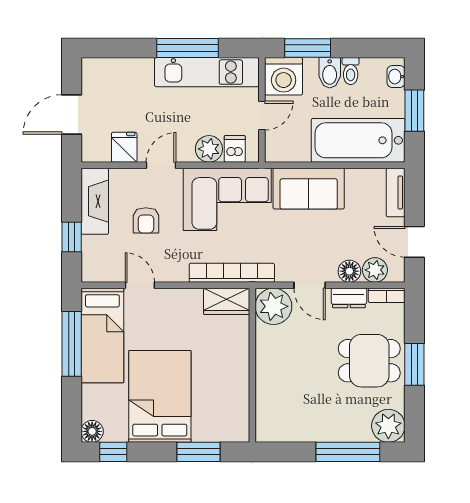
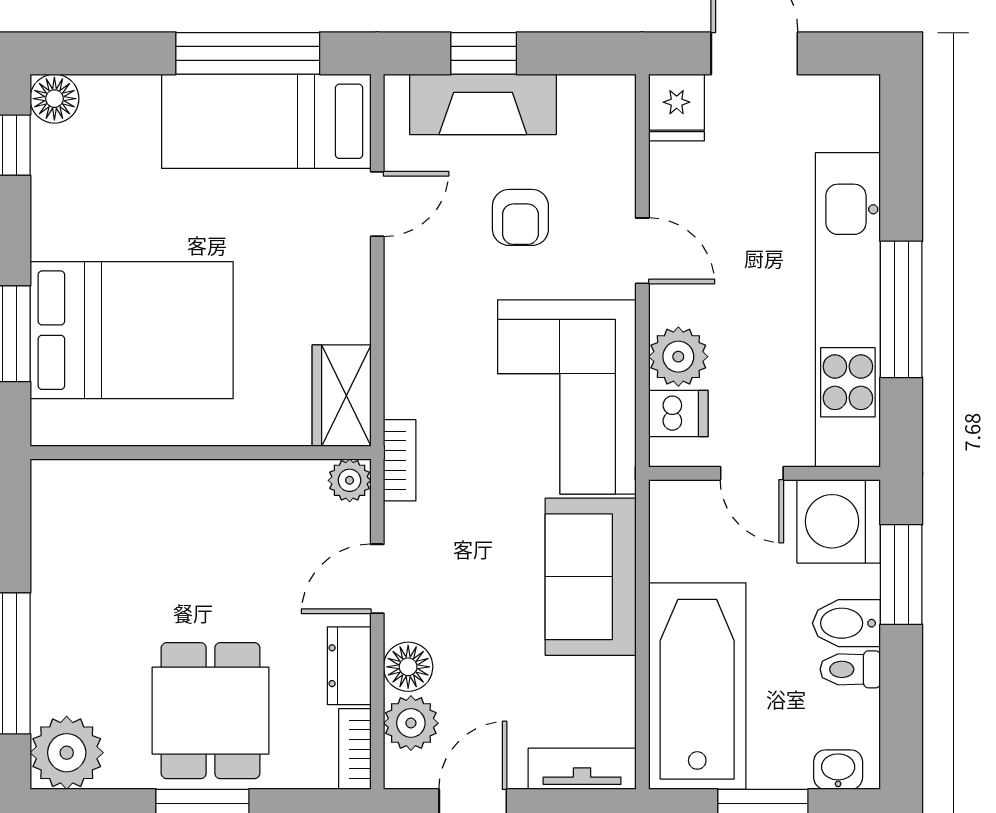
kitchen unit: (207, 72) -> (848, 310), width x1.36
fridge: (124, 147) -> (677, 108), moved, turned 90
fireplace: (95, 201) -> (483, 104), moved
armchair: (146, 220) -> (520, 217), turned -90
bookcase: (232, 273) -> (400, 460), width x0.43, depth x0.76
plant: (273, 306) -> (350, 480), width x0.53, depth x0.53
bed: (160, 396) -> (132, 330), moved

